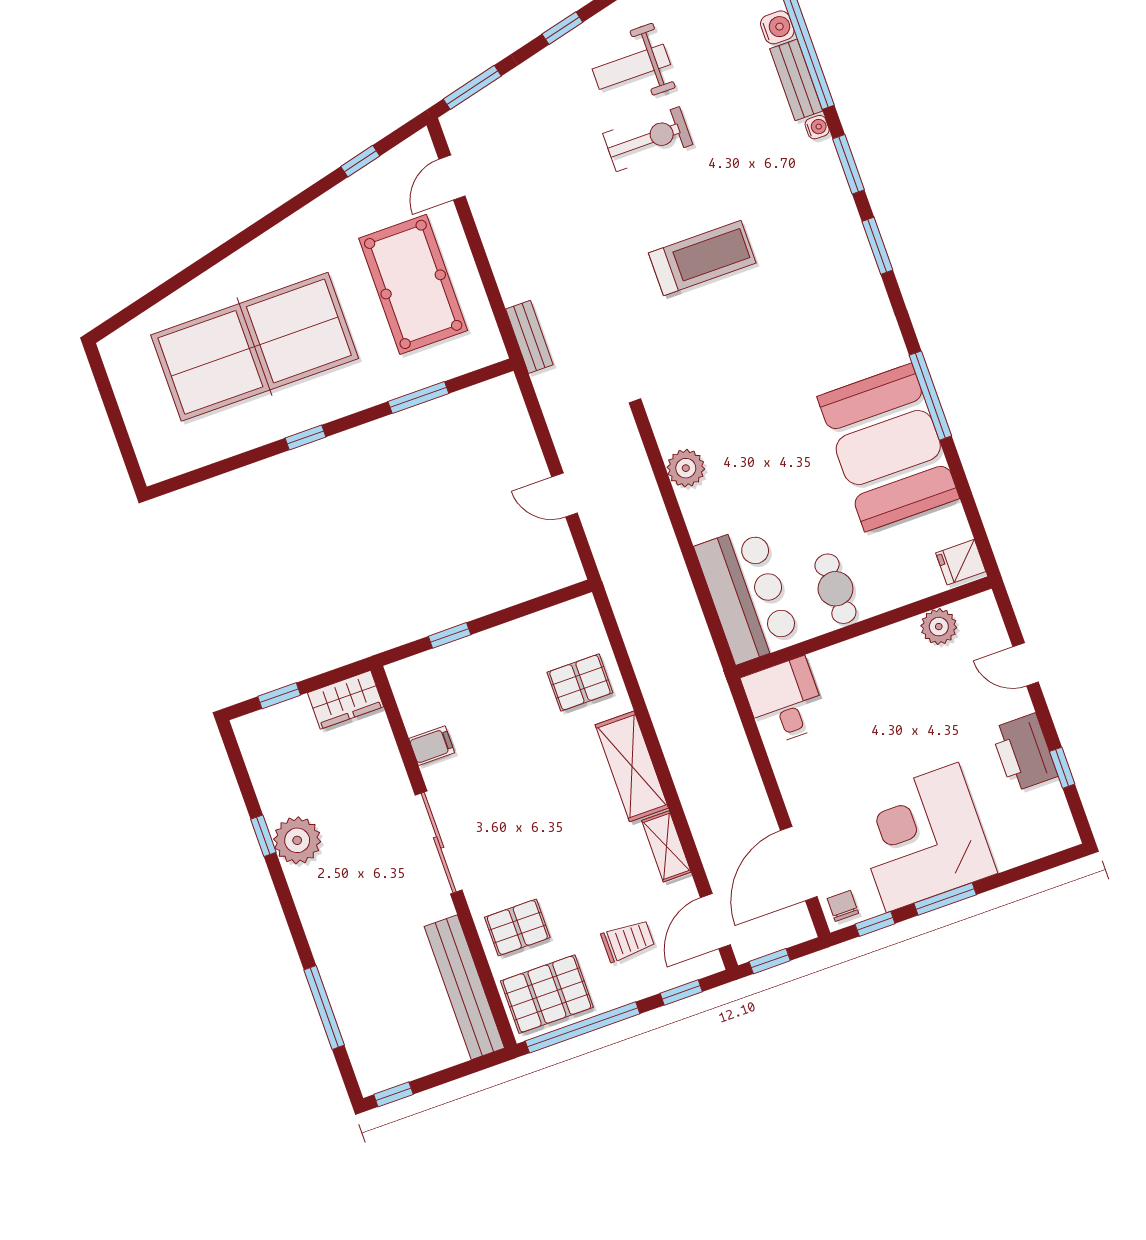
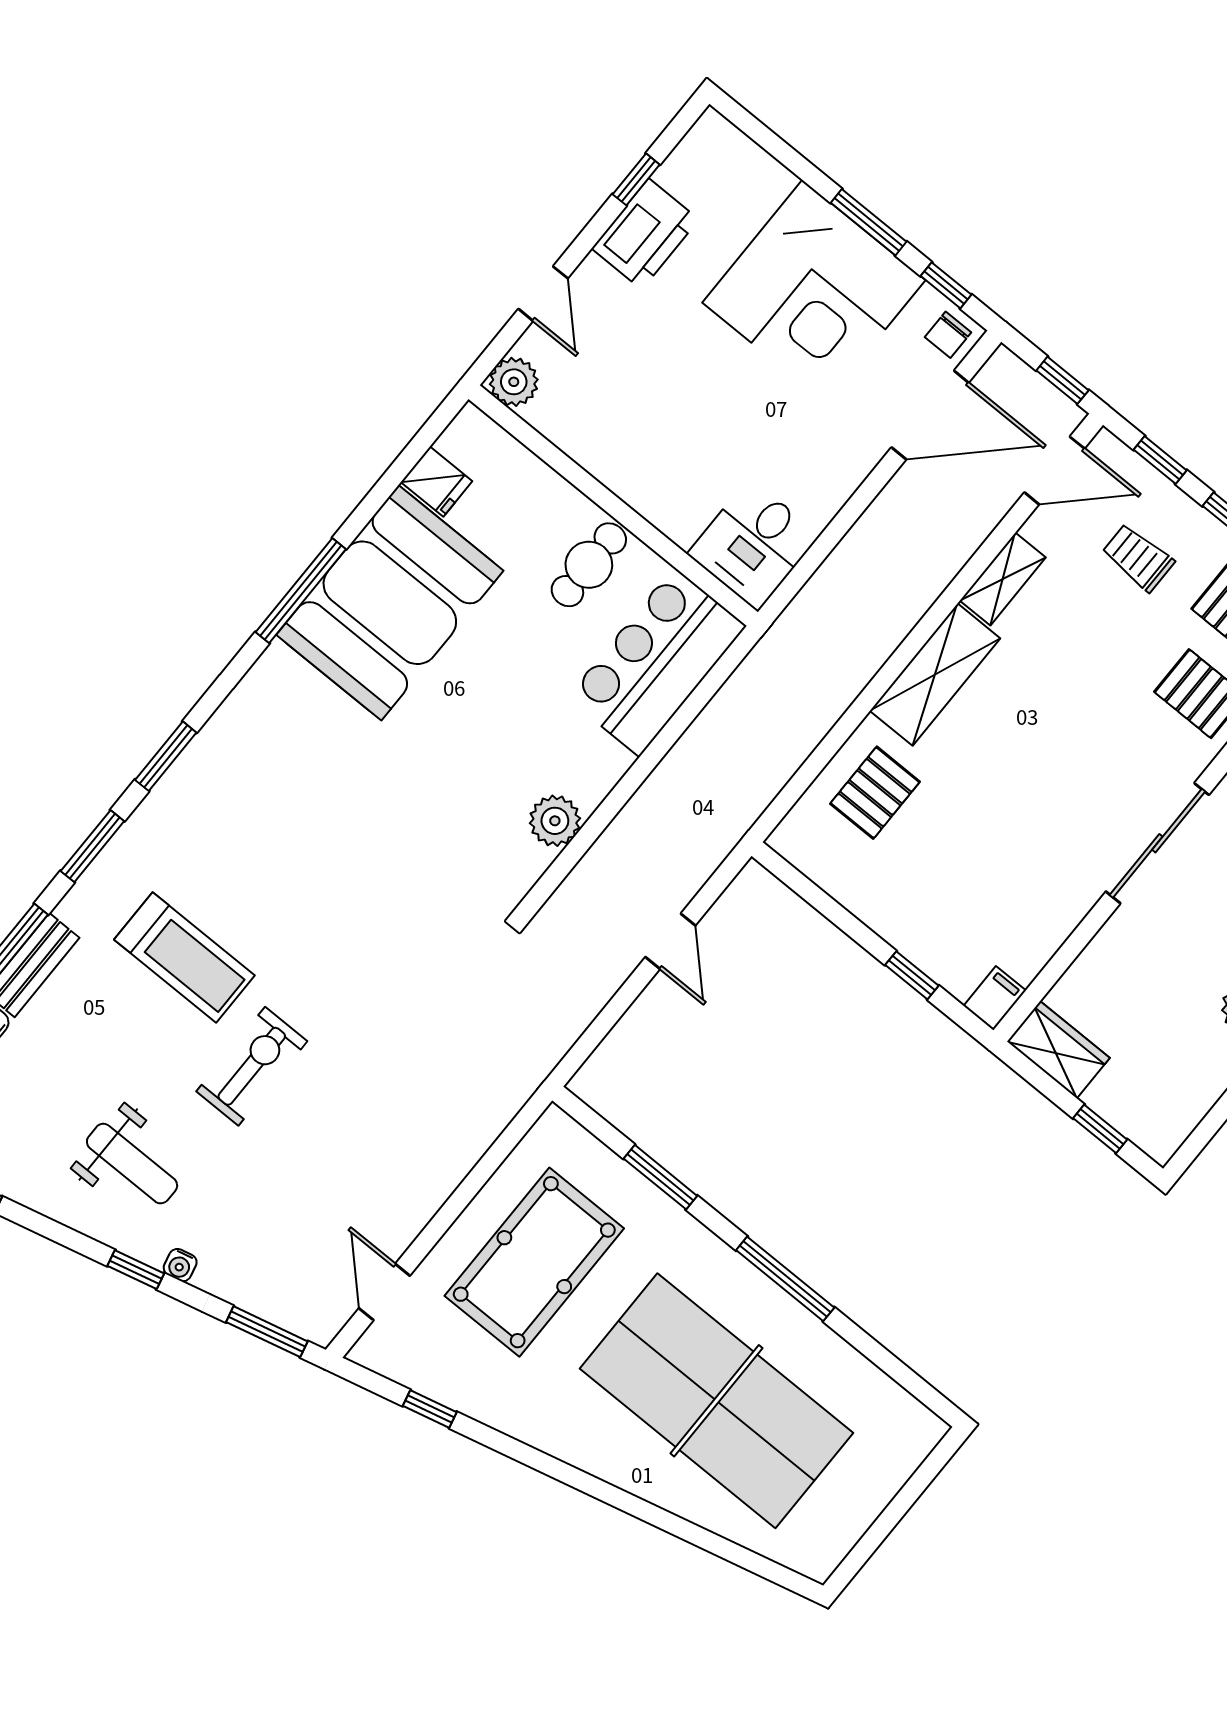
water cooler: (817, 127) -> (180, 1265), moved, turned -104
exercise bike: (648, 139) -> (252, 1066), moved, turned 90
door: (452, 178) -> (384, 1292), swing flipped
treadmill: (702, 258) -> (184, 958), moved, turned 180
bench: (529, 337) -> (513, 1092), removed
window: (306, 437) -> (785, 1279), width x2.17
fridge: (961, 562) -> (437, 482), moved
plant: (939, 627) -> (514, 382), moved
pallet: (580, 682) -> (875, 793), turned 90
filing cabinet: (432, 746) -> (995, 998), moved, turned 90

